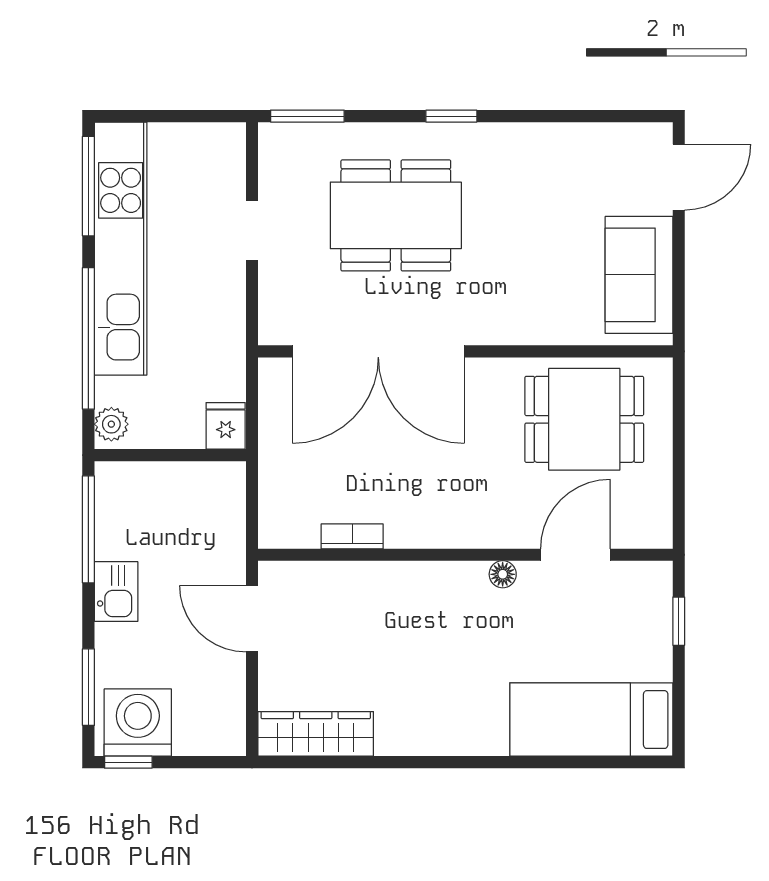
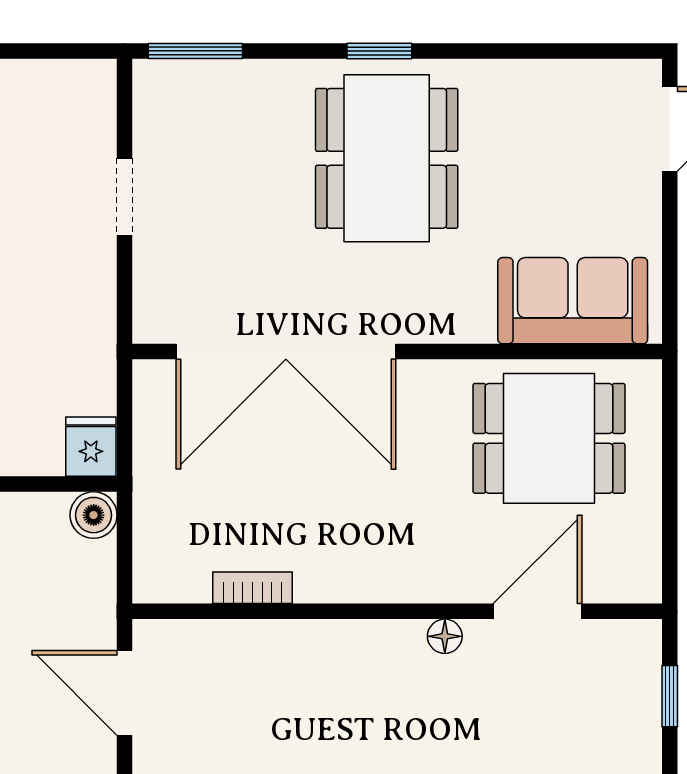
dining table: (396, 215) -> (387, 158), moved, turned 90
sofa: (639, 275) -> (573, 301), moved, turned 90
boiler: (228, 479) -> (94, 515), added

